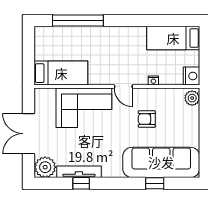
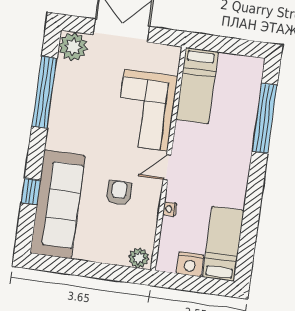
nightstand: (192, 76) -> (190, 264), moved
tv unit: (79, 172) -> (61, 91), removed
window: (81, 183) -> (44, 92), width x3.17

